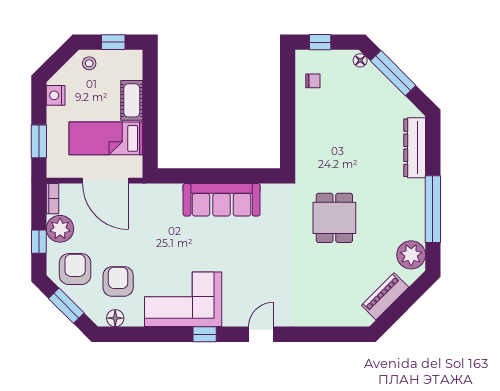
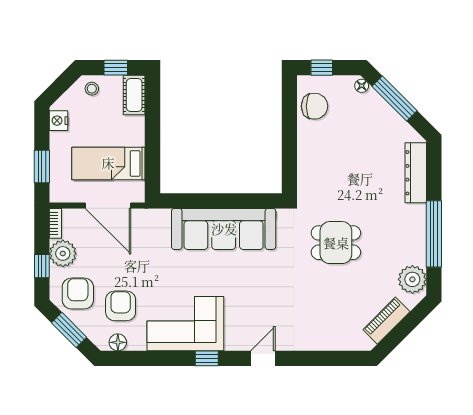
chair: (313, 81) -> (315, 106), width x1.87, depth x1.87
cot: (132, 100) -> (134, 95), moved
sofa: (222, 200) -> (224, 229), width x1.36, depth x1.27
dining table: (334, 218) -> (336, 243), turned 90

